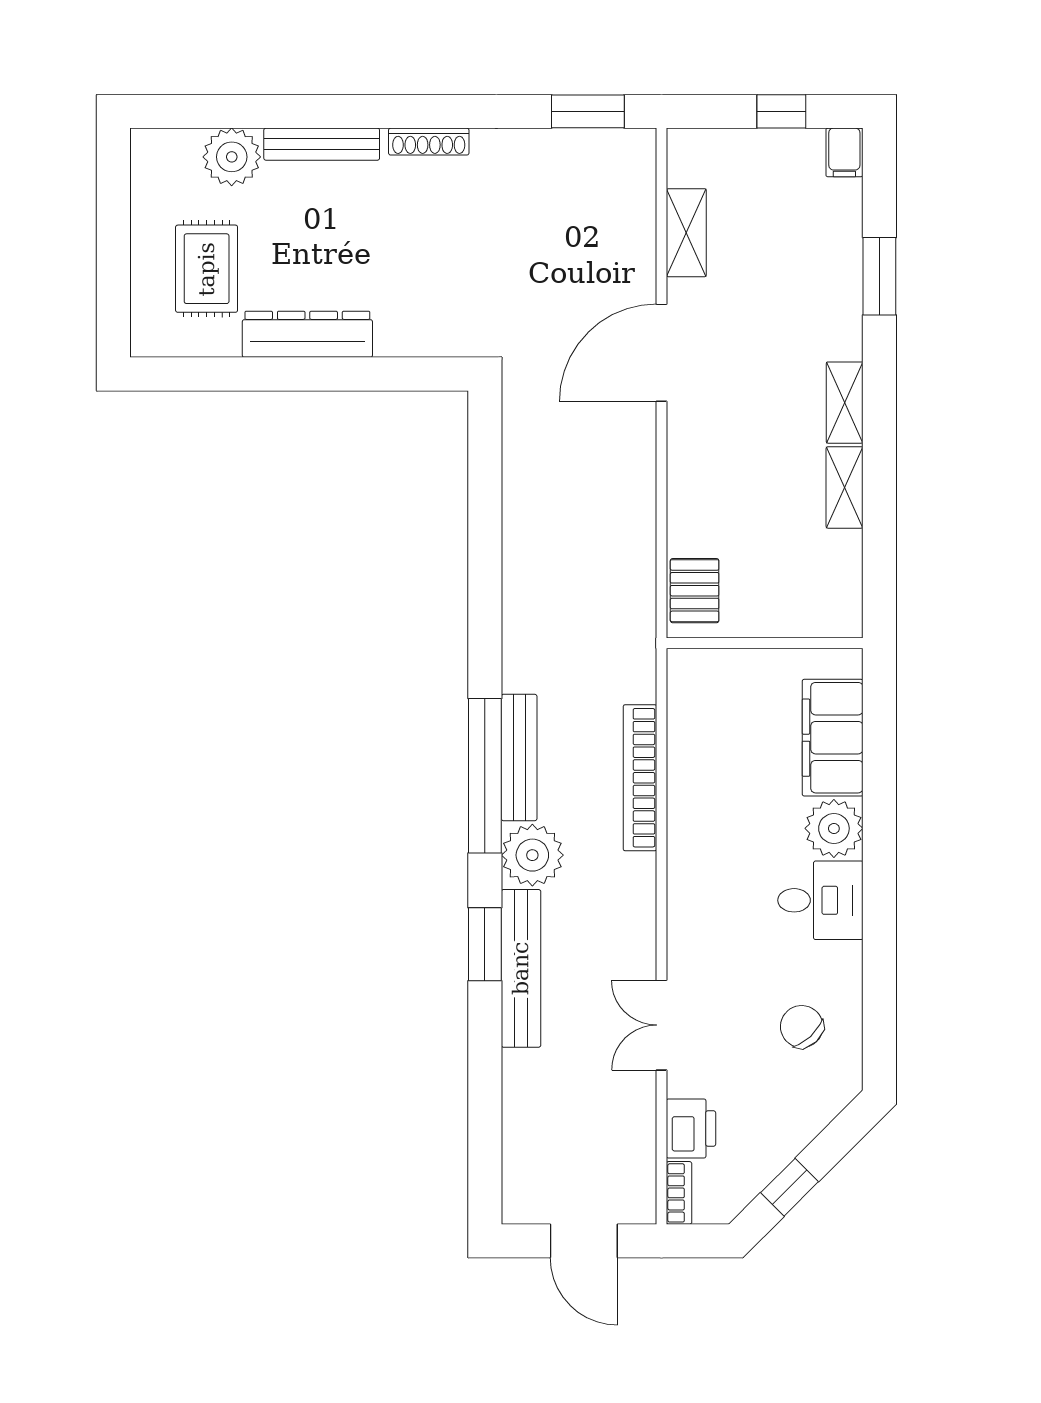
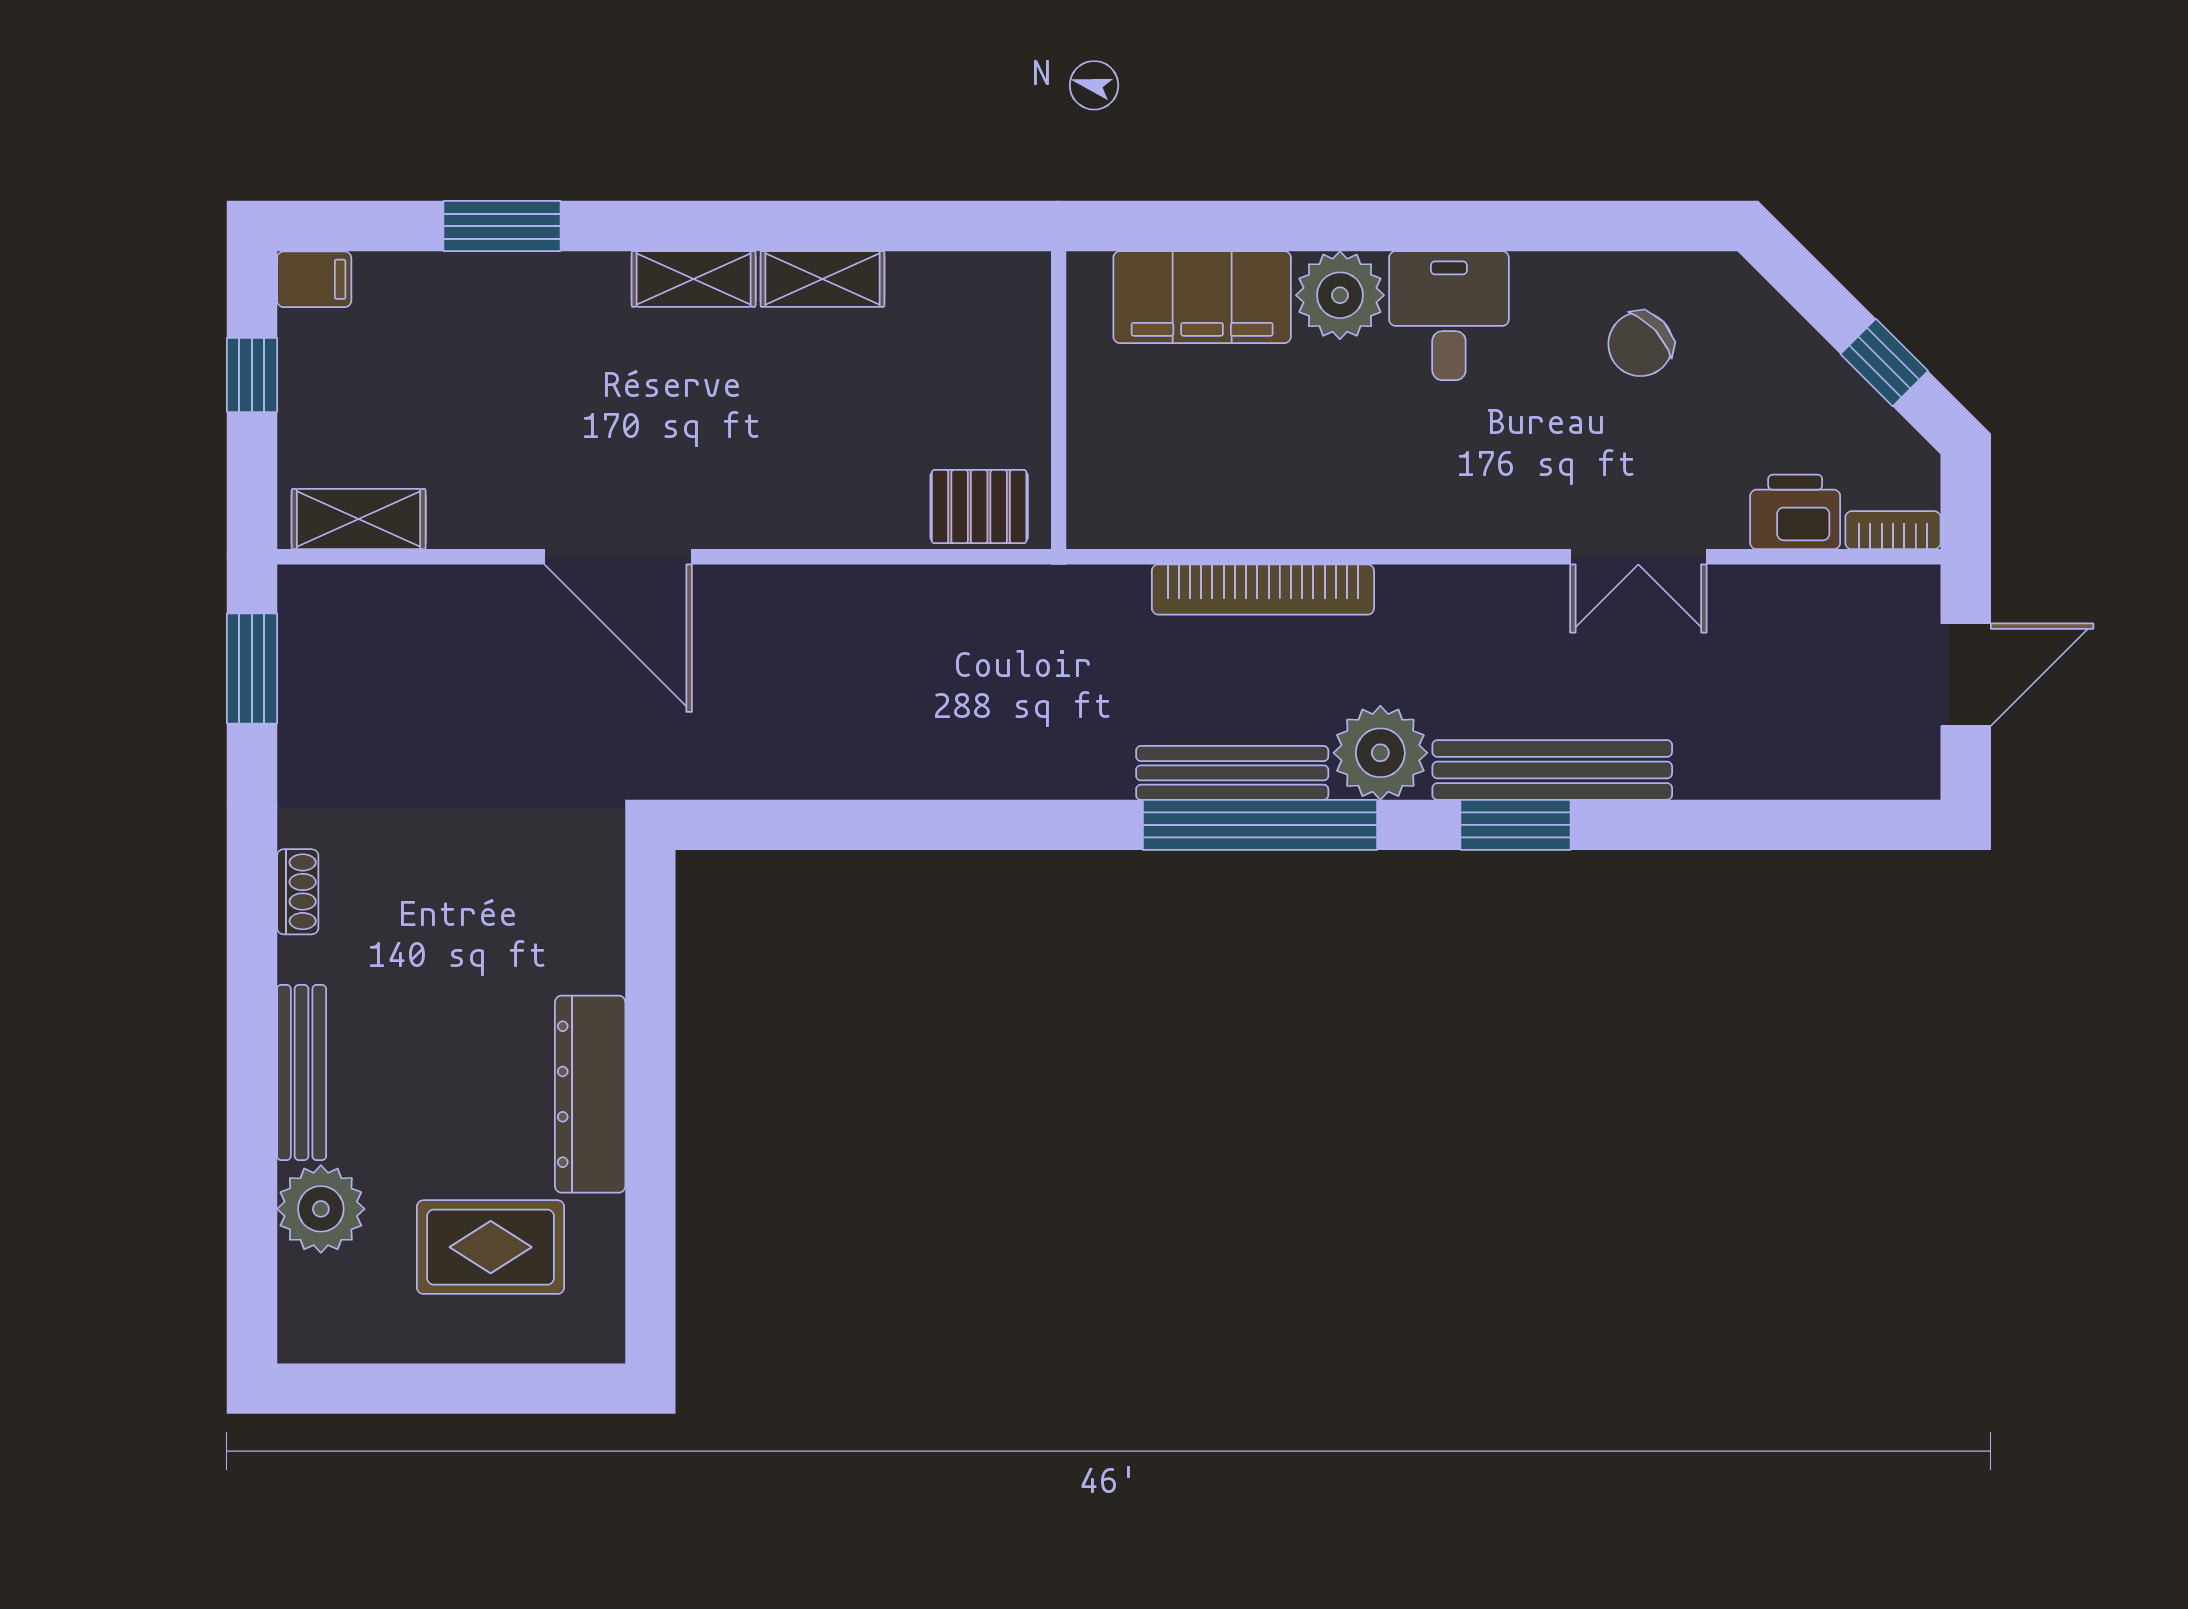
shoe rack: (429, 142) -> (298, 892), width x0.70
shelving: (686, 233) -> (359, 519), moved

